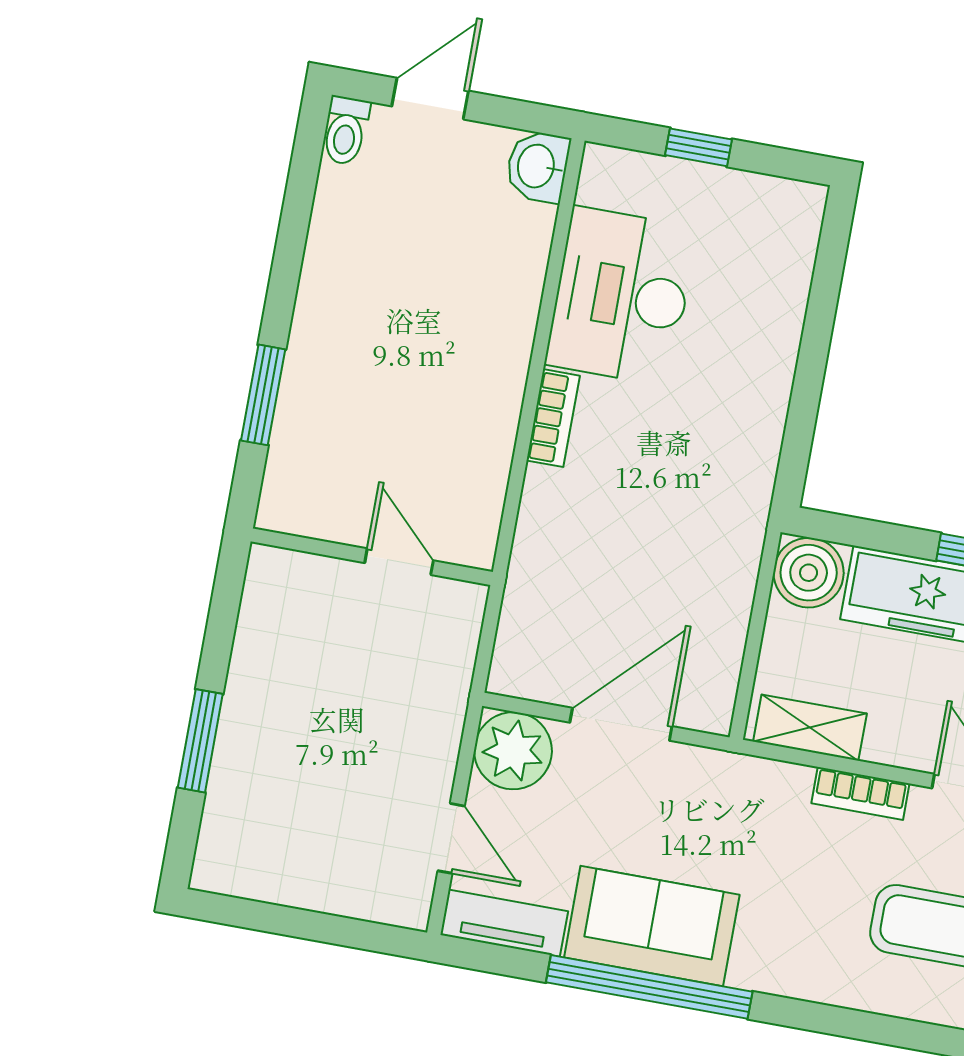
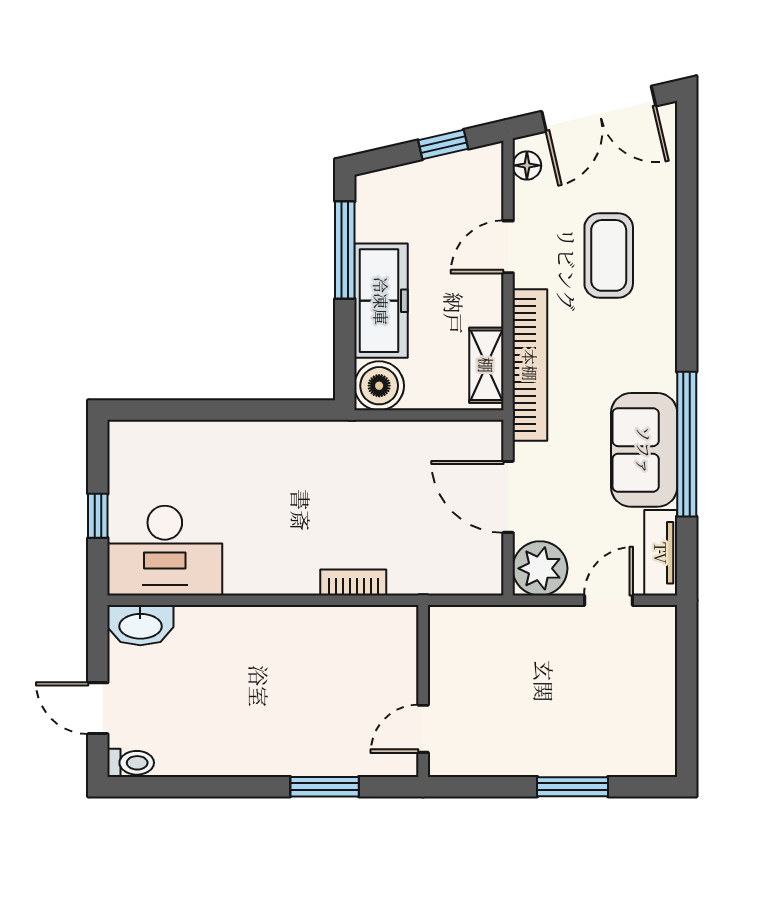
washbasin: (538, 166) -> (140, 625), width x1.38
desk: (621, 296) -> (165, 551), moved
bookcase: (553, 418) -> (353, 583), moved
door: (399, 562) -> (423, 729), moved
bookcase: (860, 793) -> (530, 365), width x2.31, depth x1.31

